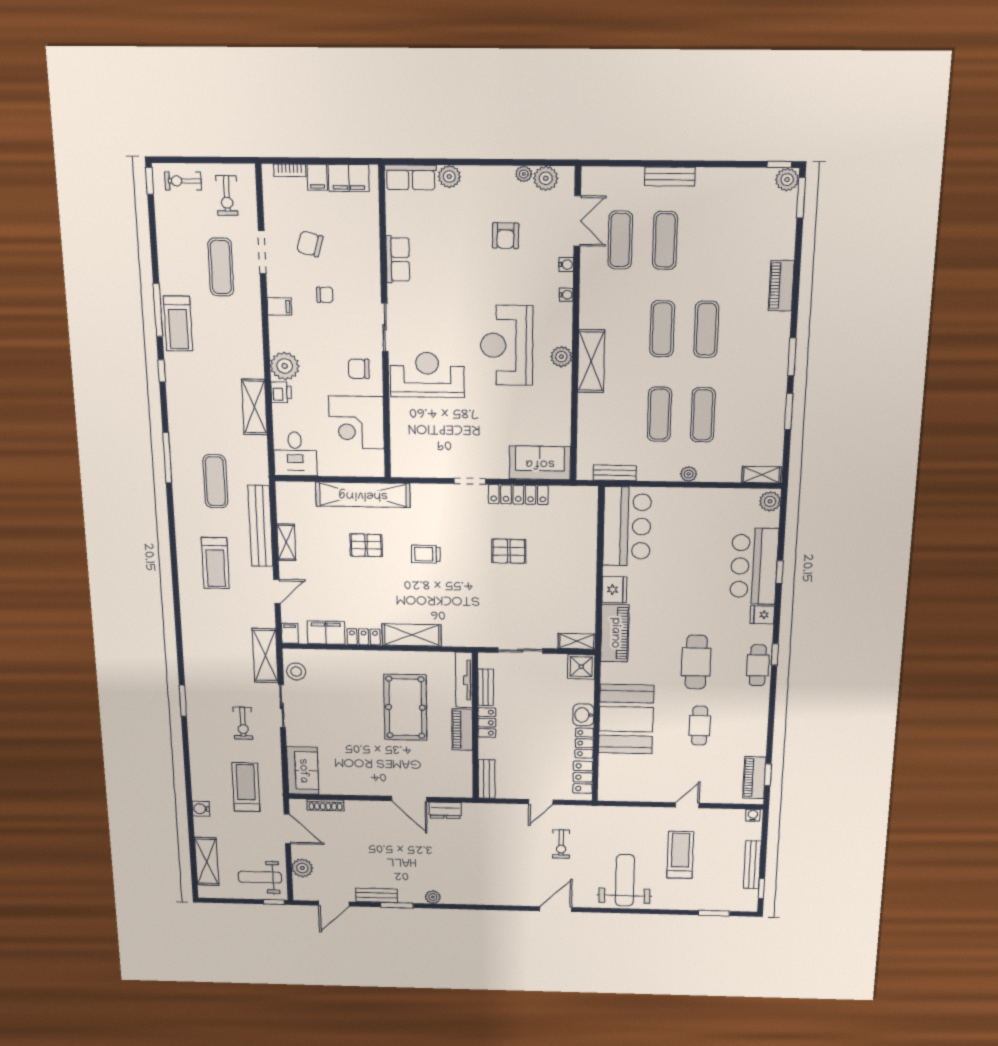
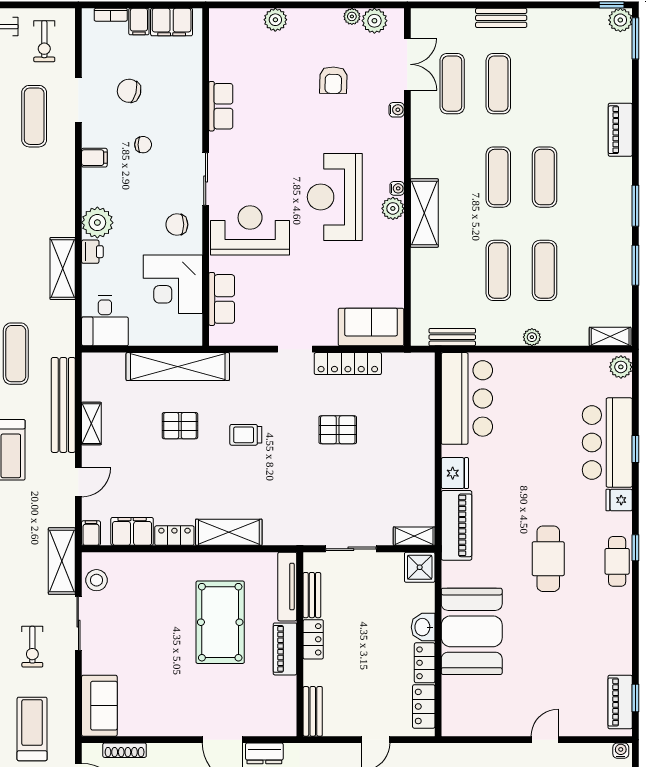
row of seats: (411, 177) -> (222, 299), moved, turned -90
water cooler: (566, 295) -> (397, 188), moved
cafe table: (700, 726) -> (555, 638), removed

